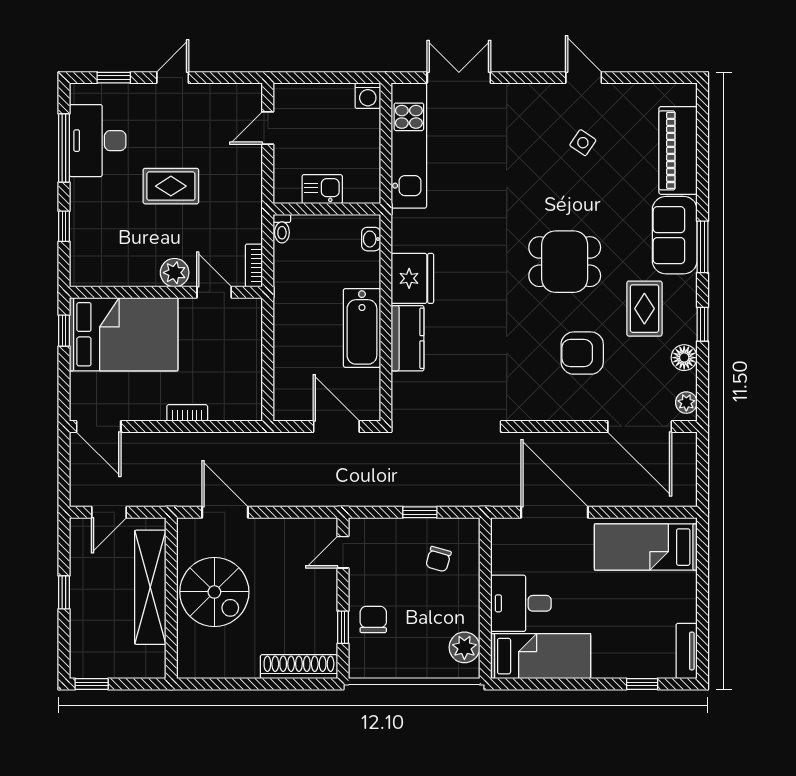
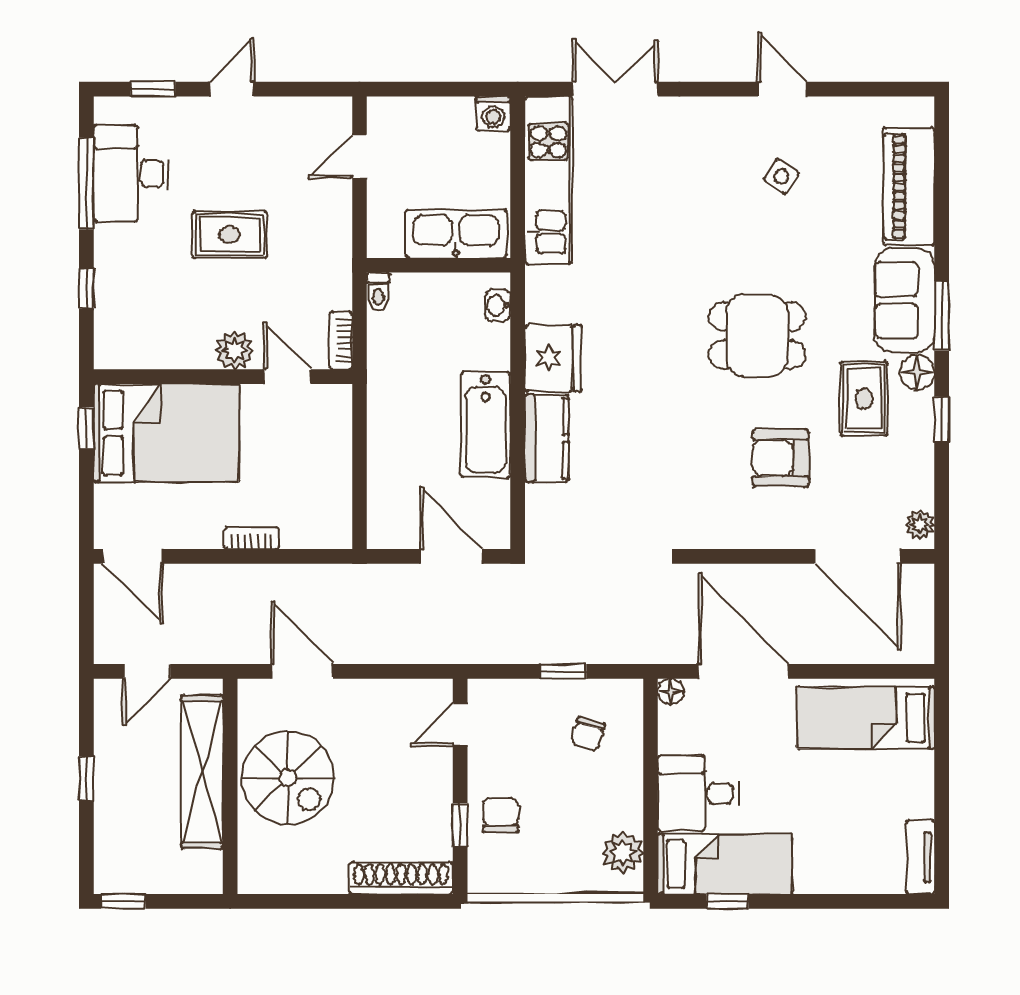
kitchen sink: (322, 189) -> (456, 234), width x1.88, depth x1.24
floor lamp: (684, 358) -> (917, 372), moved
floor lamp: (500, 527) -> (671, 692), added
window: (642, 684) -> (727, 901), moved

